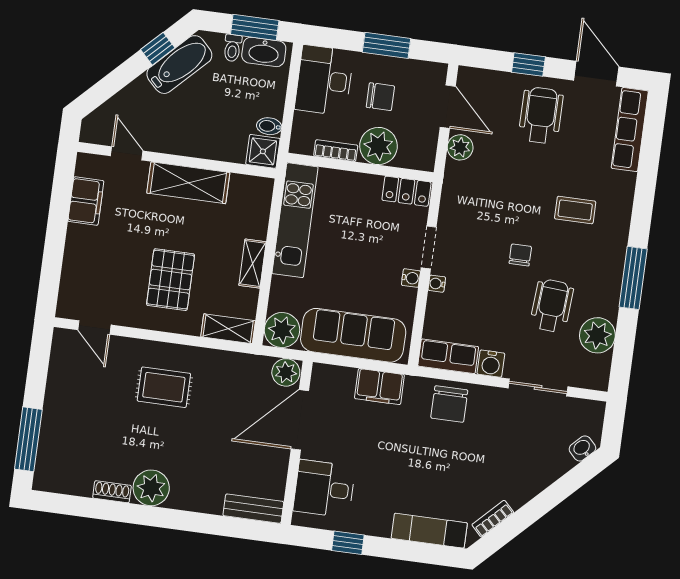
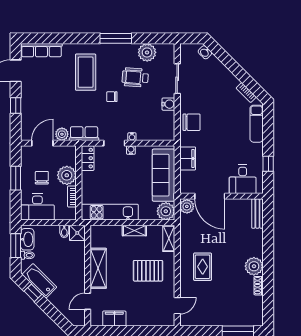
wheelchair: (541, 115) -> (40, 96), removed
coffee table: (575, 210) -> (86, 72), width x1.86, depth x1.72
row of seats: (448, 356) -> (84, 134), moved, turned 90

